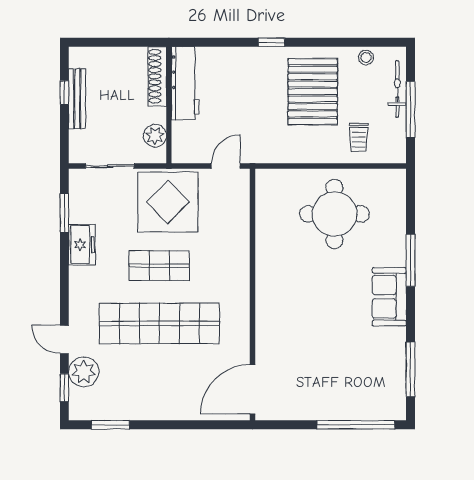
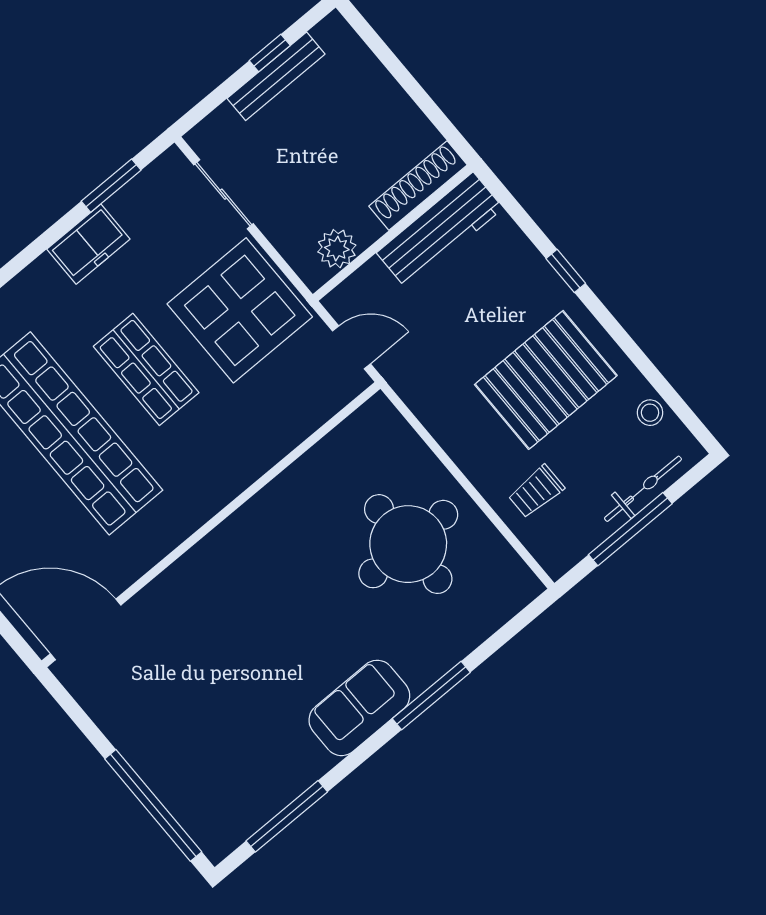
shoe rack: (157, 76) -> (418, 186), moved
workbench: (185, 83) -> (440, 230), moved
wall: (169, 105) -> (393, 233), moved
plant: (155, 136) -> (337, 249), moved

